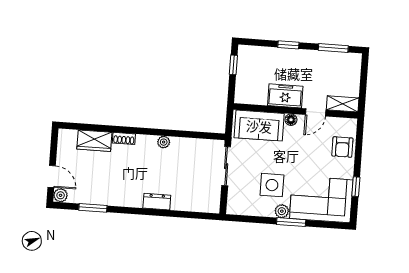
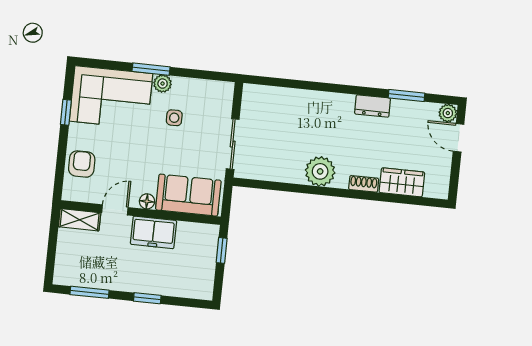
window: (233, 65) -> (222, 250), moved
plant: (164, 142) -> (320, 171), width x1.88, depth x1.88
side table: (272, 185) -> (174, 118), width x0.54, depth x0.54
dresser: (157, 202) -> (373, 106), moved

